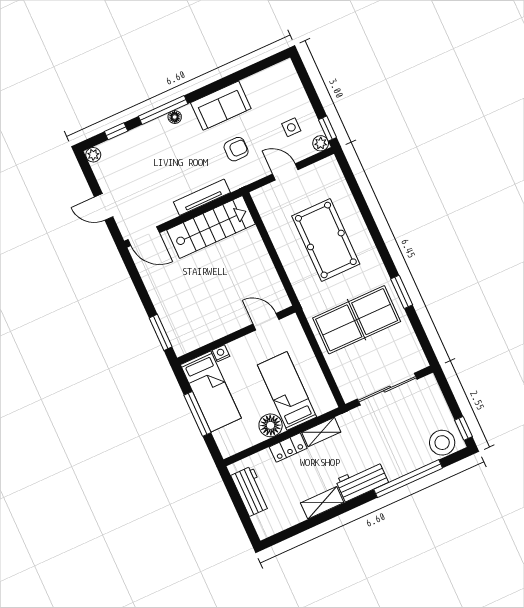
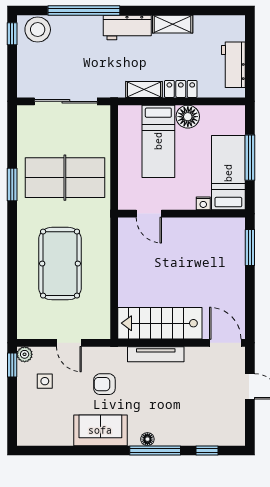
plant: (93, 155) -> (238, 438), removed

